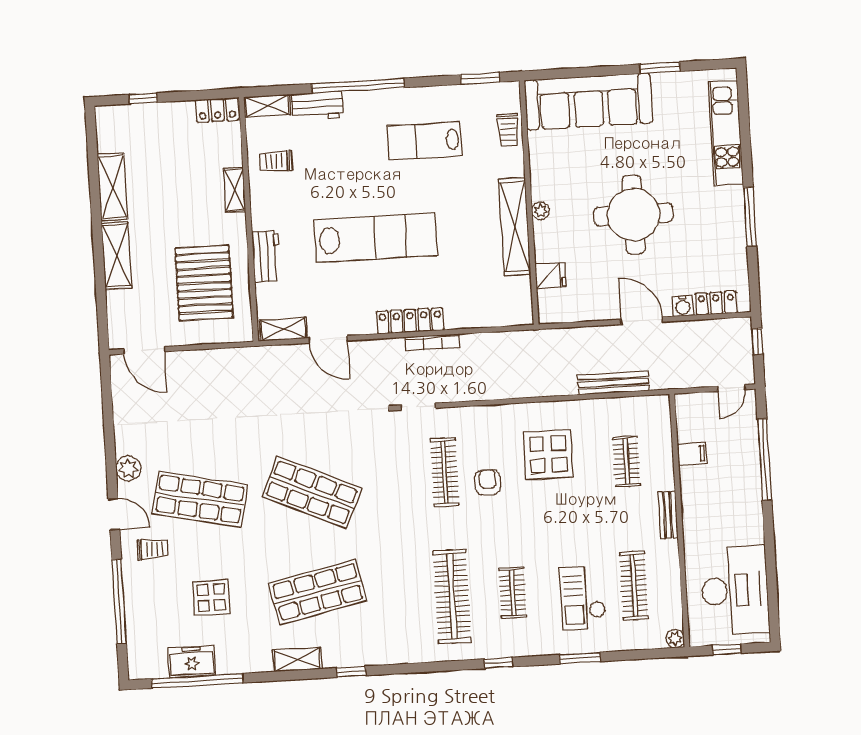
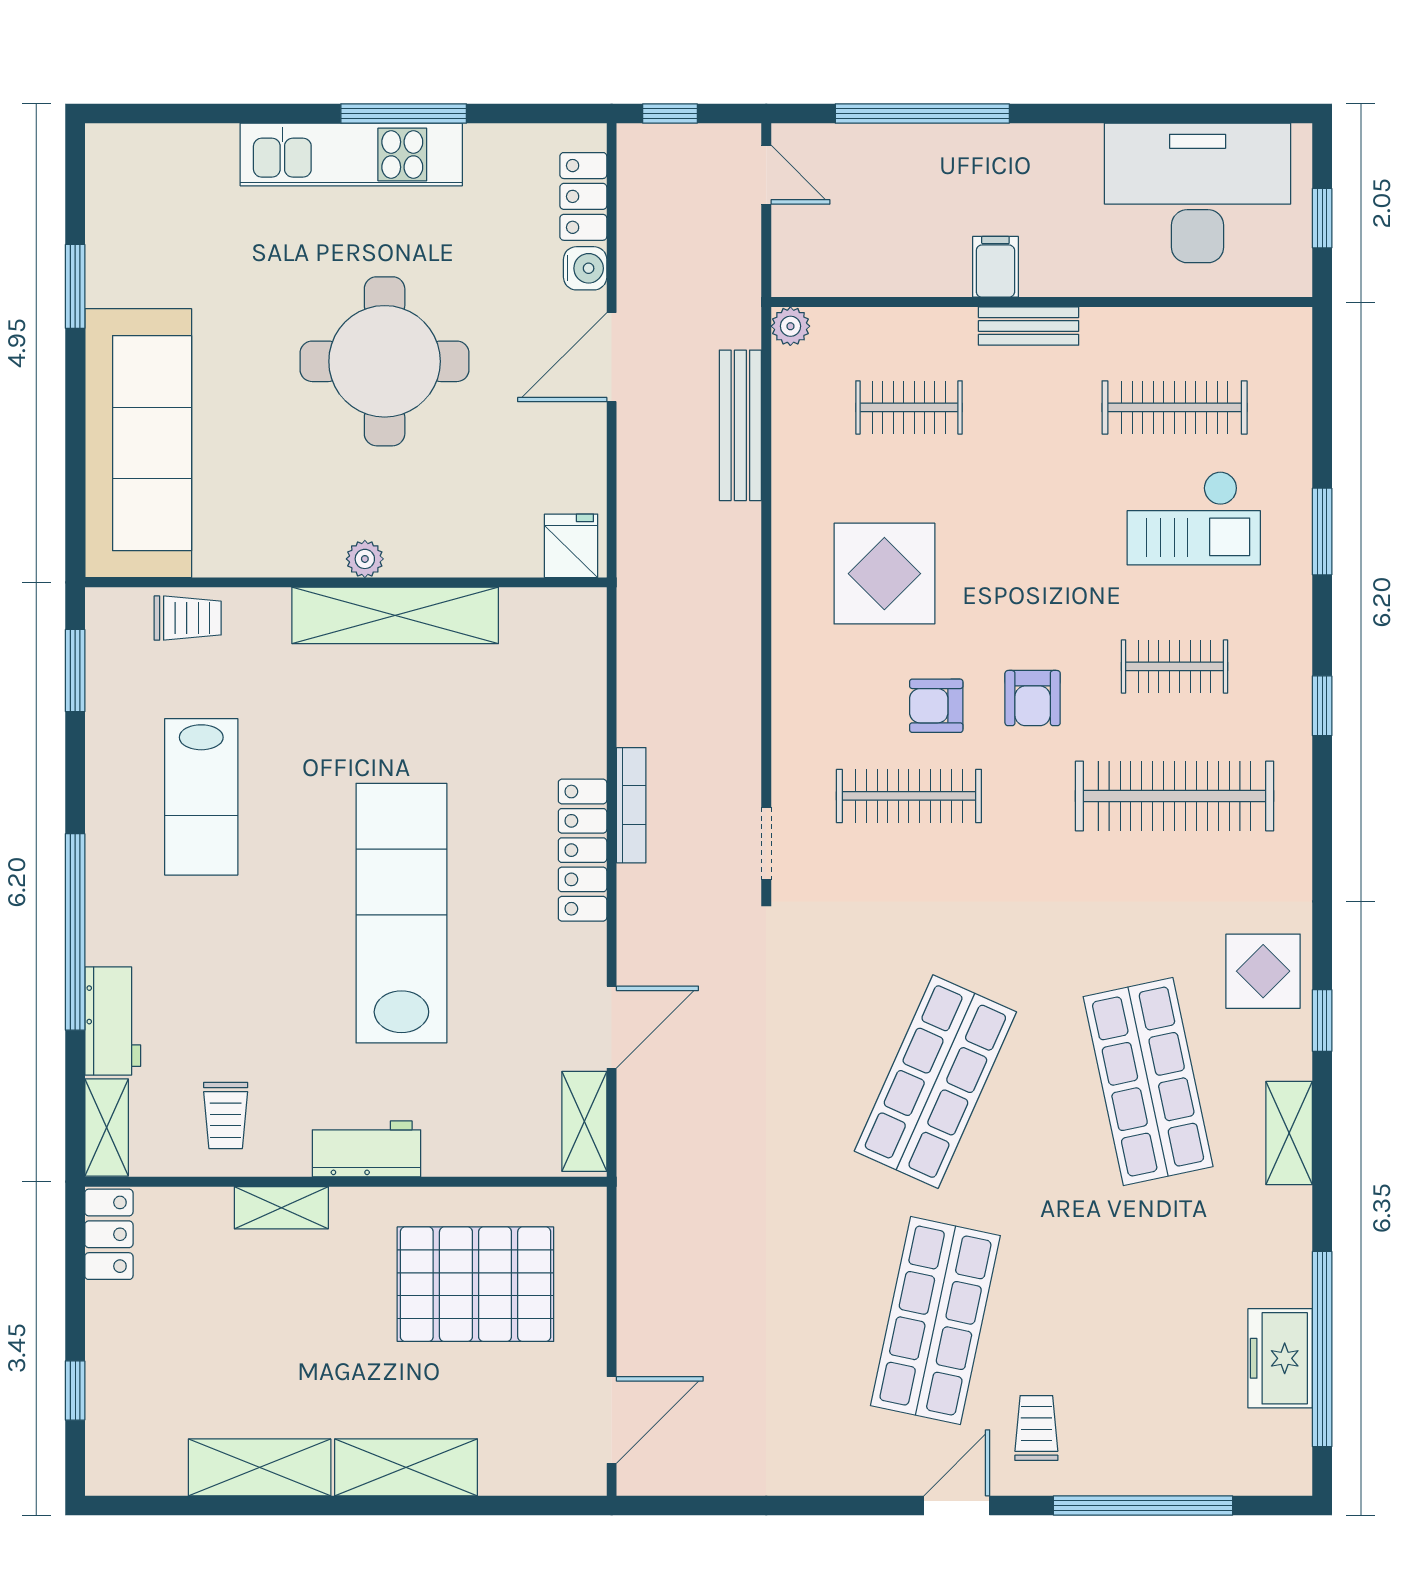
kitchen unit: (726, 133) -> (351, 155), moved
workbench: (266, 256) -> (367, 1149), moved
fridge: (550, 276) -> (571, 546), moved
filing cabinet: (692, 454) -> (995, 267), moved
plant: (128, 468) -> (861, 1469), removed
armchair: (494, 527) -> (1033, 698), added
display table: (211, 598) -> (1263, 971), moved
plant: (675, 639) -> (790, 326), moved

